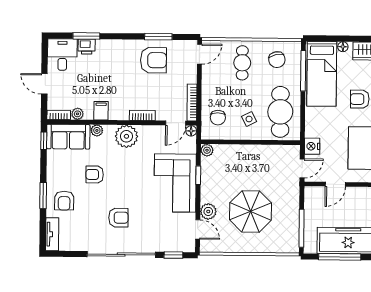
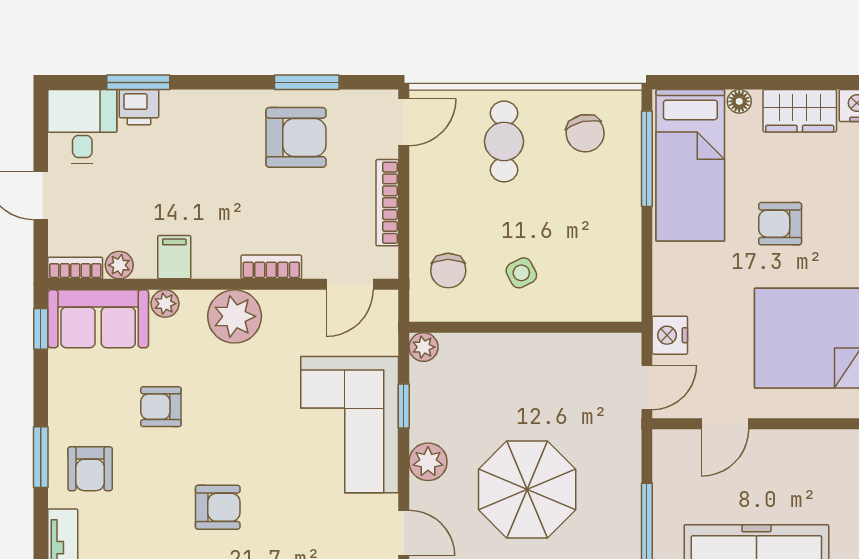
bookcase: (192, 102) -> (387, 203), moved
cafe table: (280, 112) -> (594, 256), removed
floor lamp: (191, 131) -> (386, 302), removed
plant: (208, 211) -> (428, 462), moved

